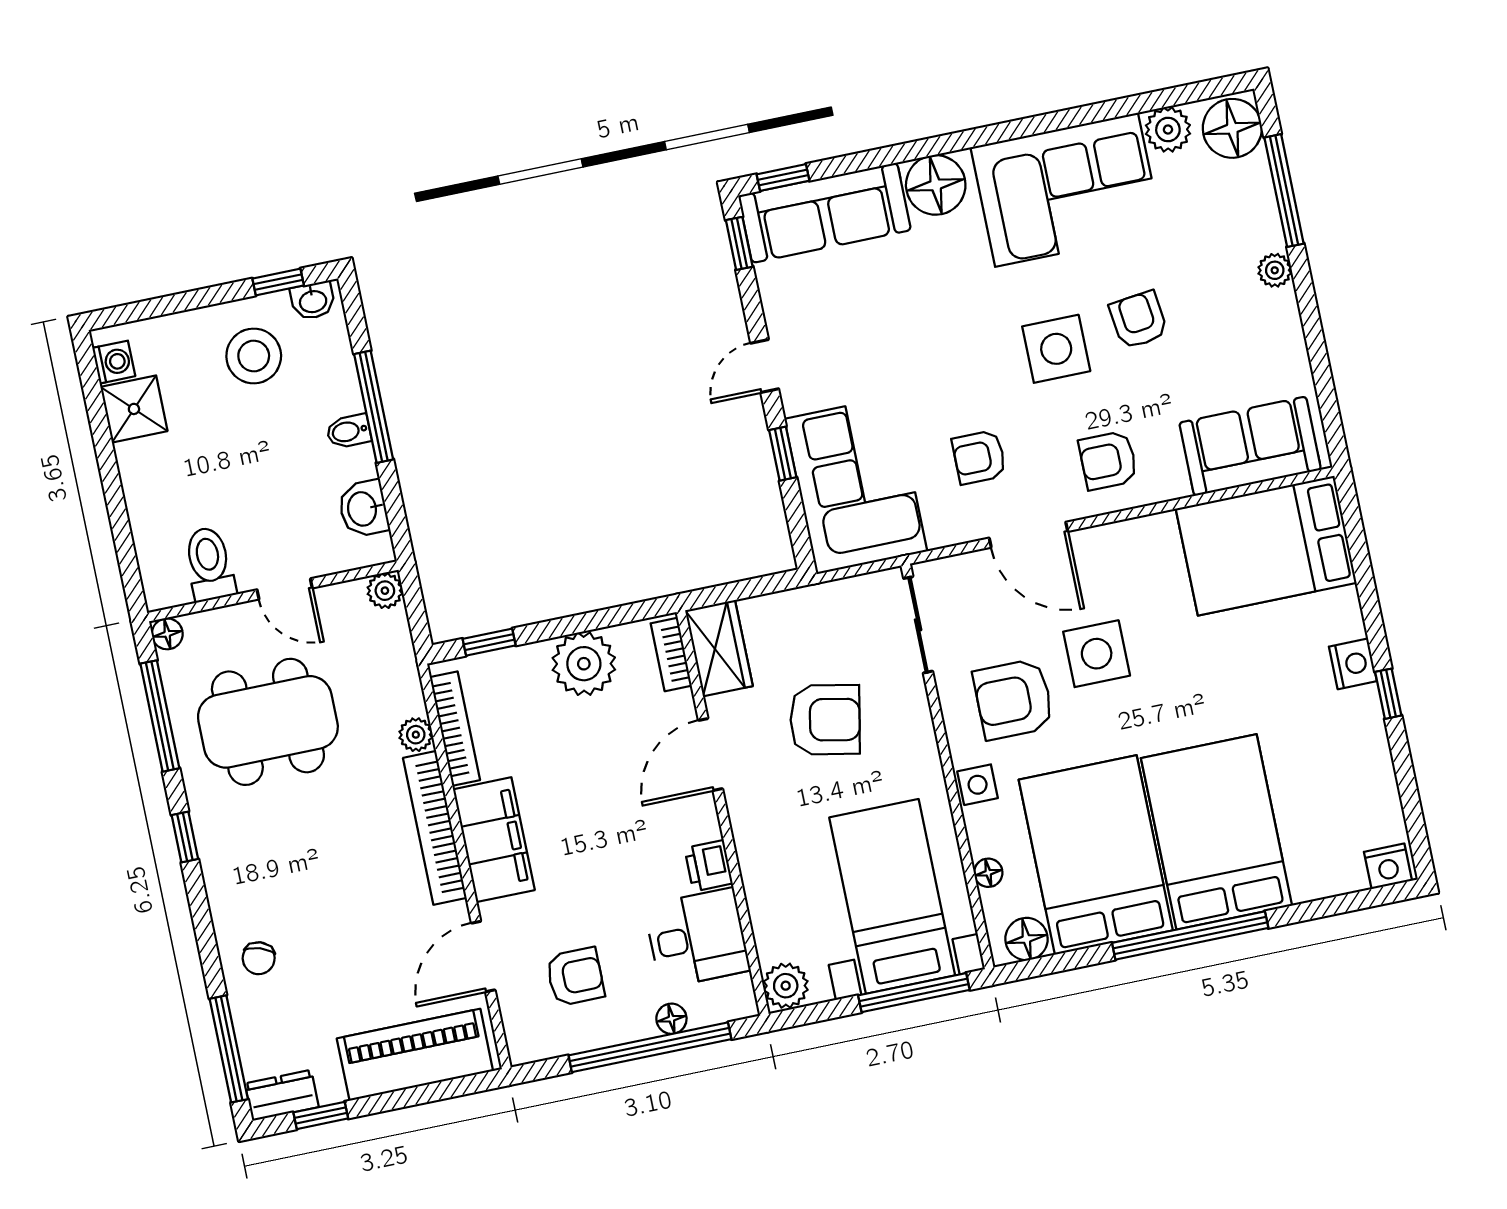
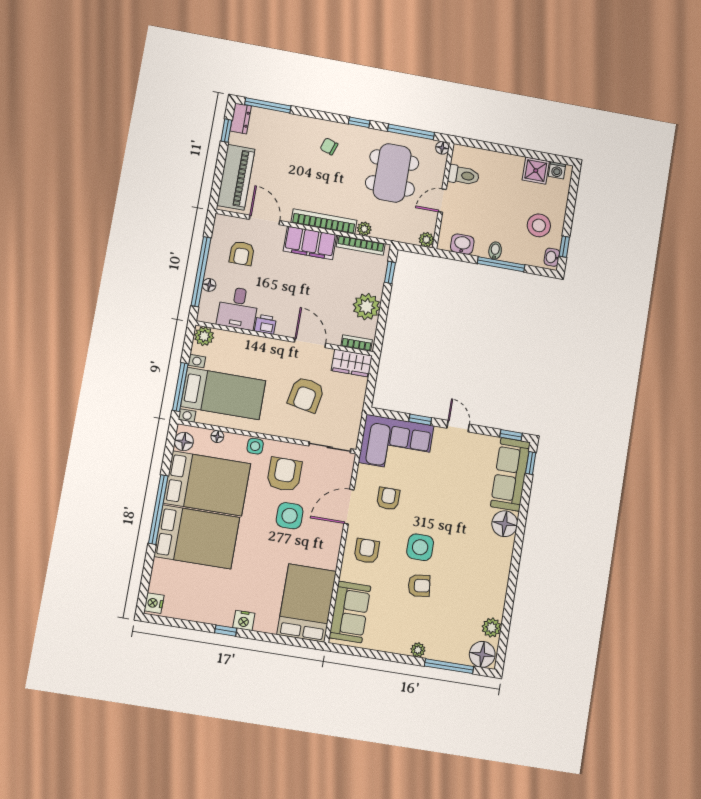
corner sofa: (1066, 190) -> (483, 576), removed
chair: (259, 958) -> (329, 146), moved

